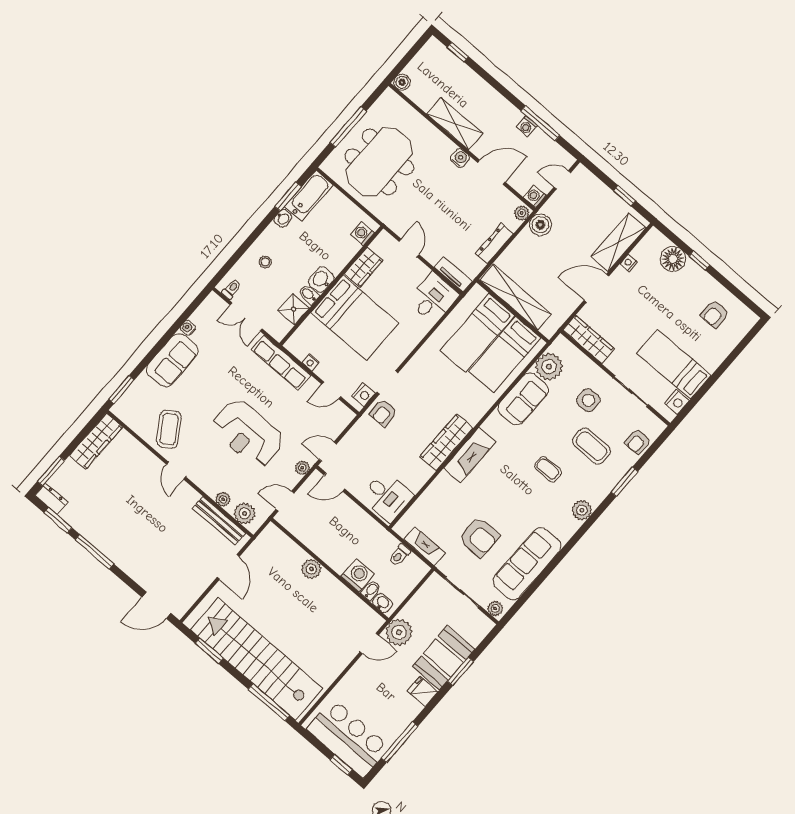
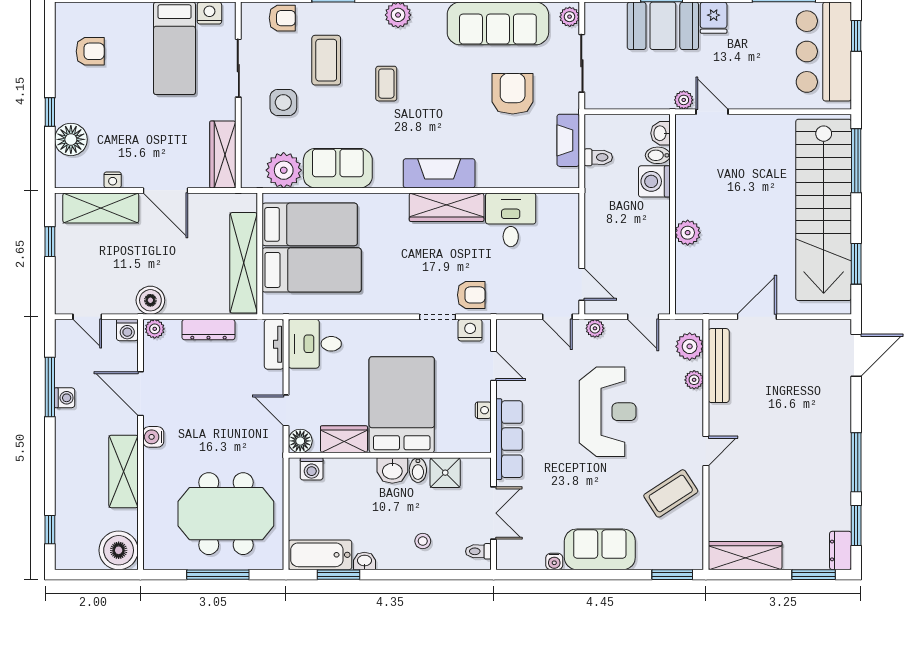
boiler: (402, 82) -> (119, 550), width x1.86, depth x1.86
floor lamp: (384, 241) -> (300, 441), added
door: (409, 248) -> (286, 410), hinge flipped
desk: (387, 496) -> (511, 220), moved
door: (156, 605) -> (856, 355), hinge flipped
plant: (399, 632) -> (684, 100), width x0.53, depth x0.53

